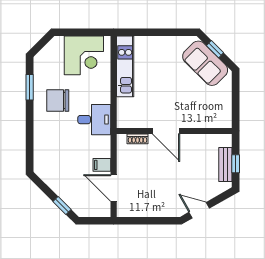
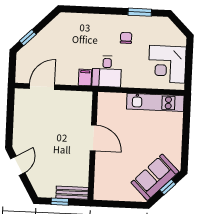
chair: (58, 101) -> (126, 38), width x0.54, depth x0.54
door: (166, 131) -> (93, 138), swing flipped
shoe rack: (137, 139) -> (87, 111), removed
bench: (225, 164) -> (72, 193), moved
filing cabinet: (102, 165) -> (85, 77), moved

